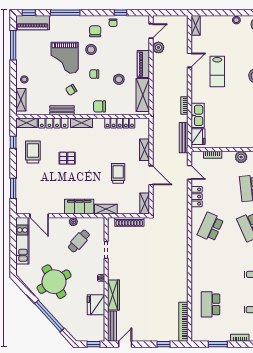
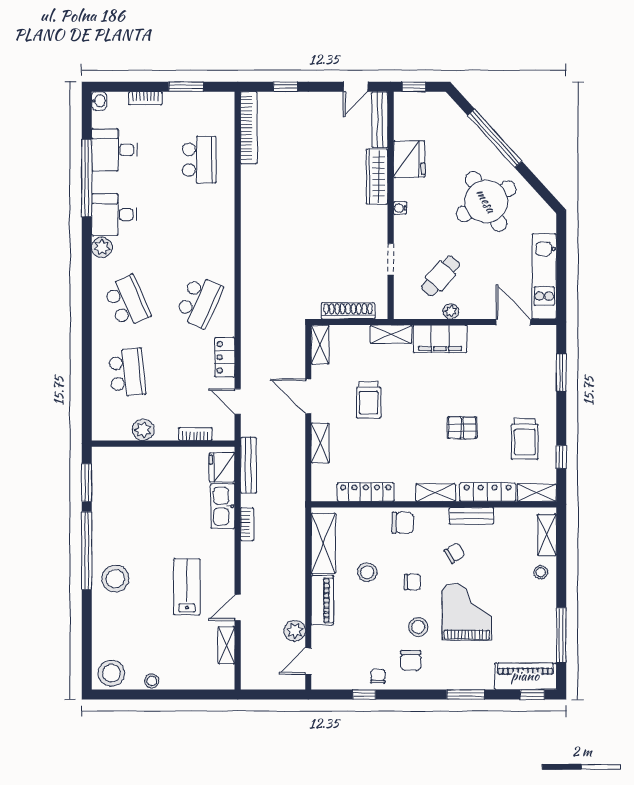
window: (65, 13) -> (465, 695), width x0.69
shelving: (196, 25) -> (226, 645), moved

